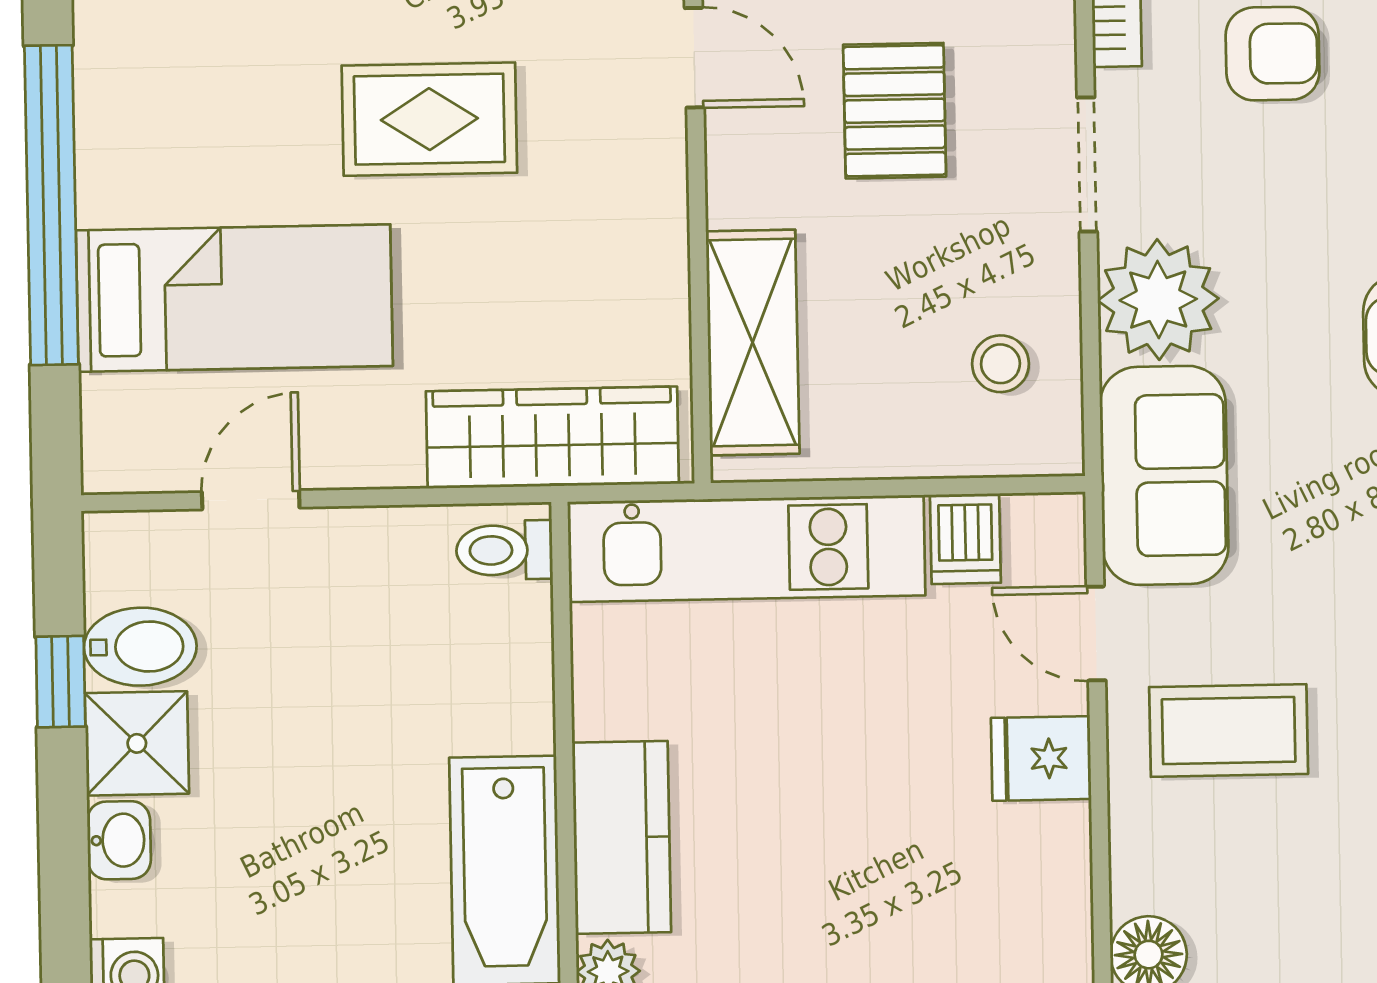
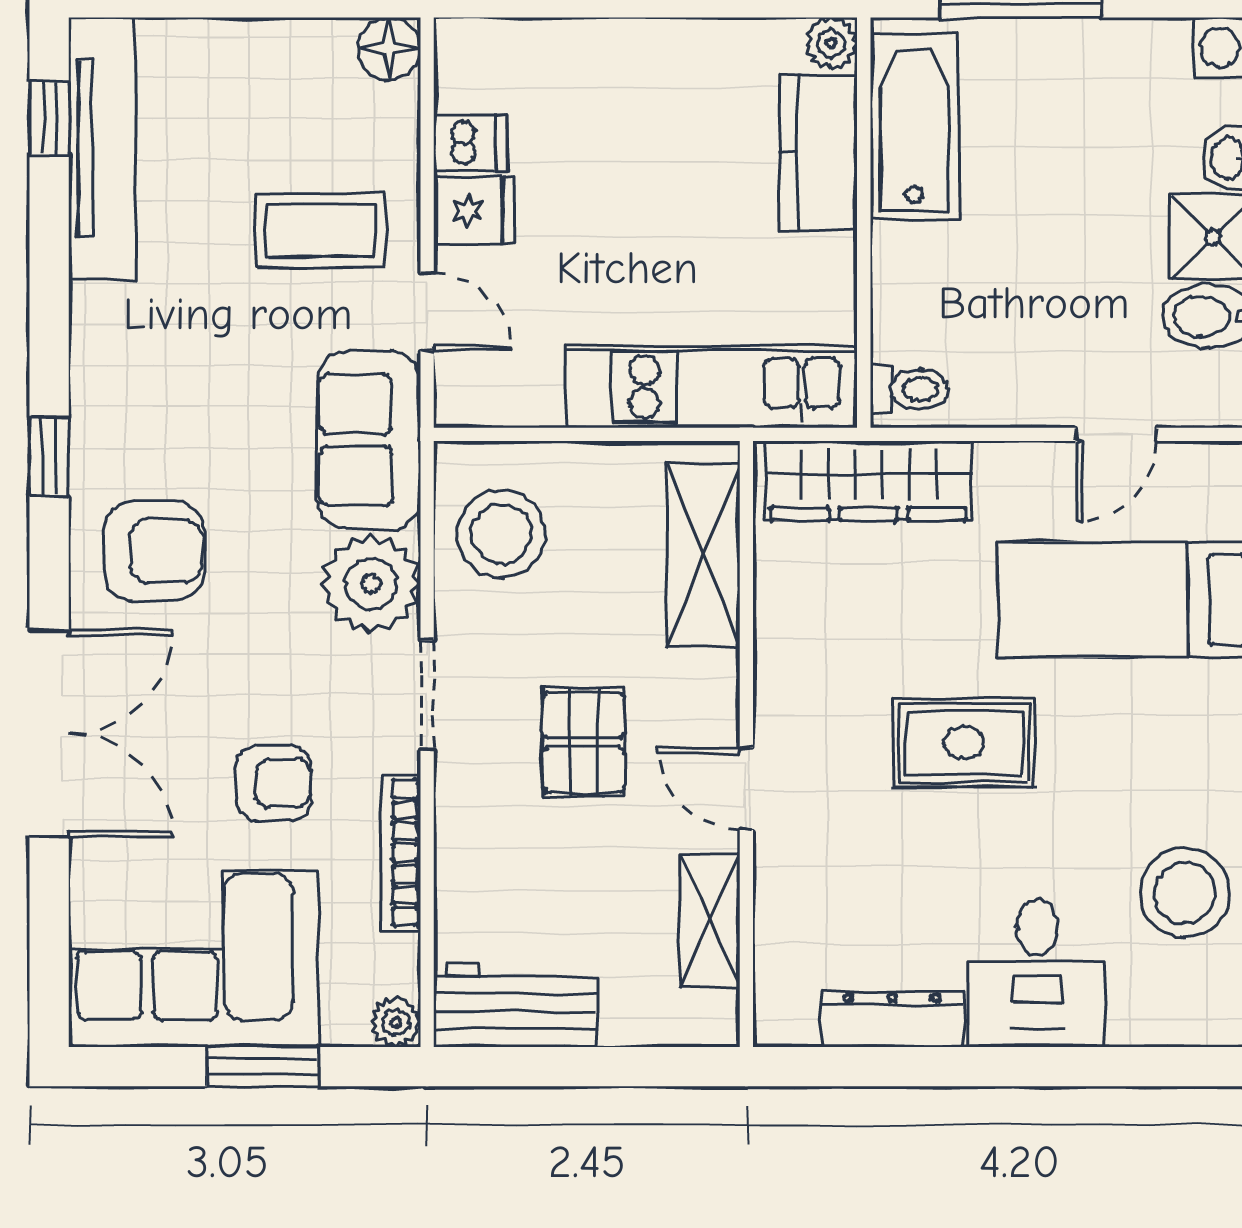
armchair: (1272, 54) -> (274, 783), turned 180
stool: (1000, 364) -> (501, 534), width x1.89, depth x1.89
dishwasher: (965, 539) -> (470, 143), moved, turned 90

